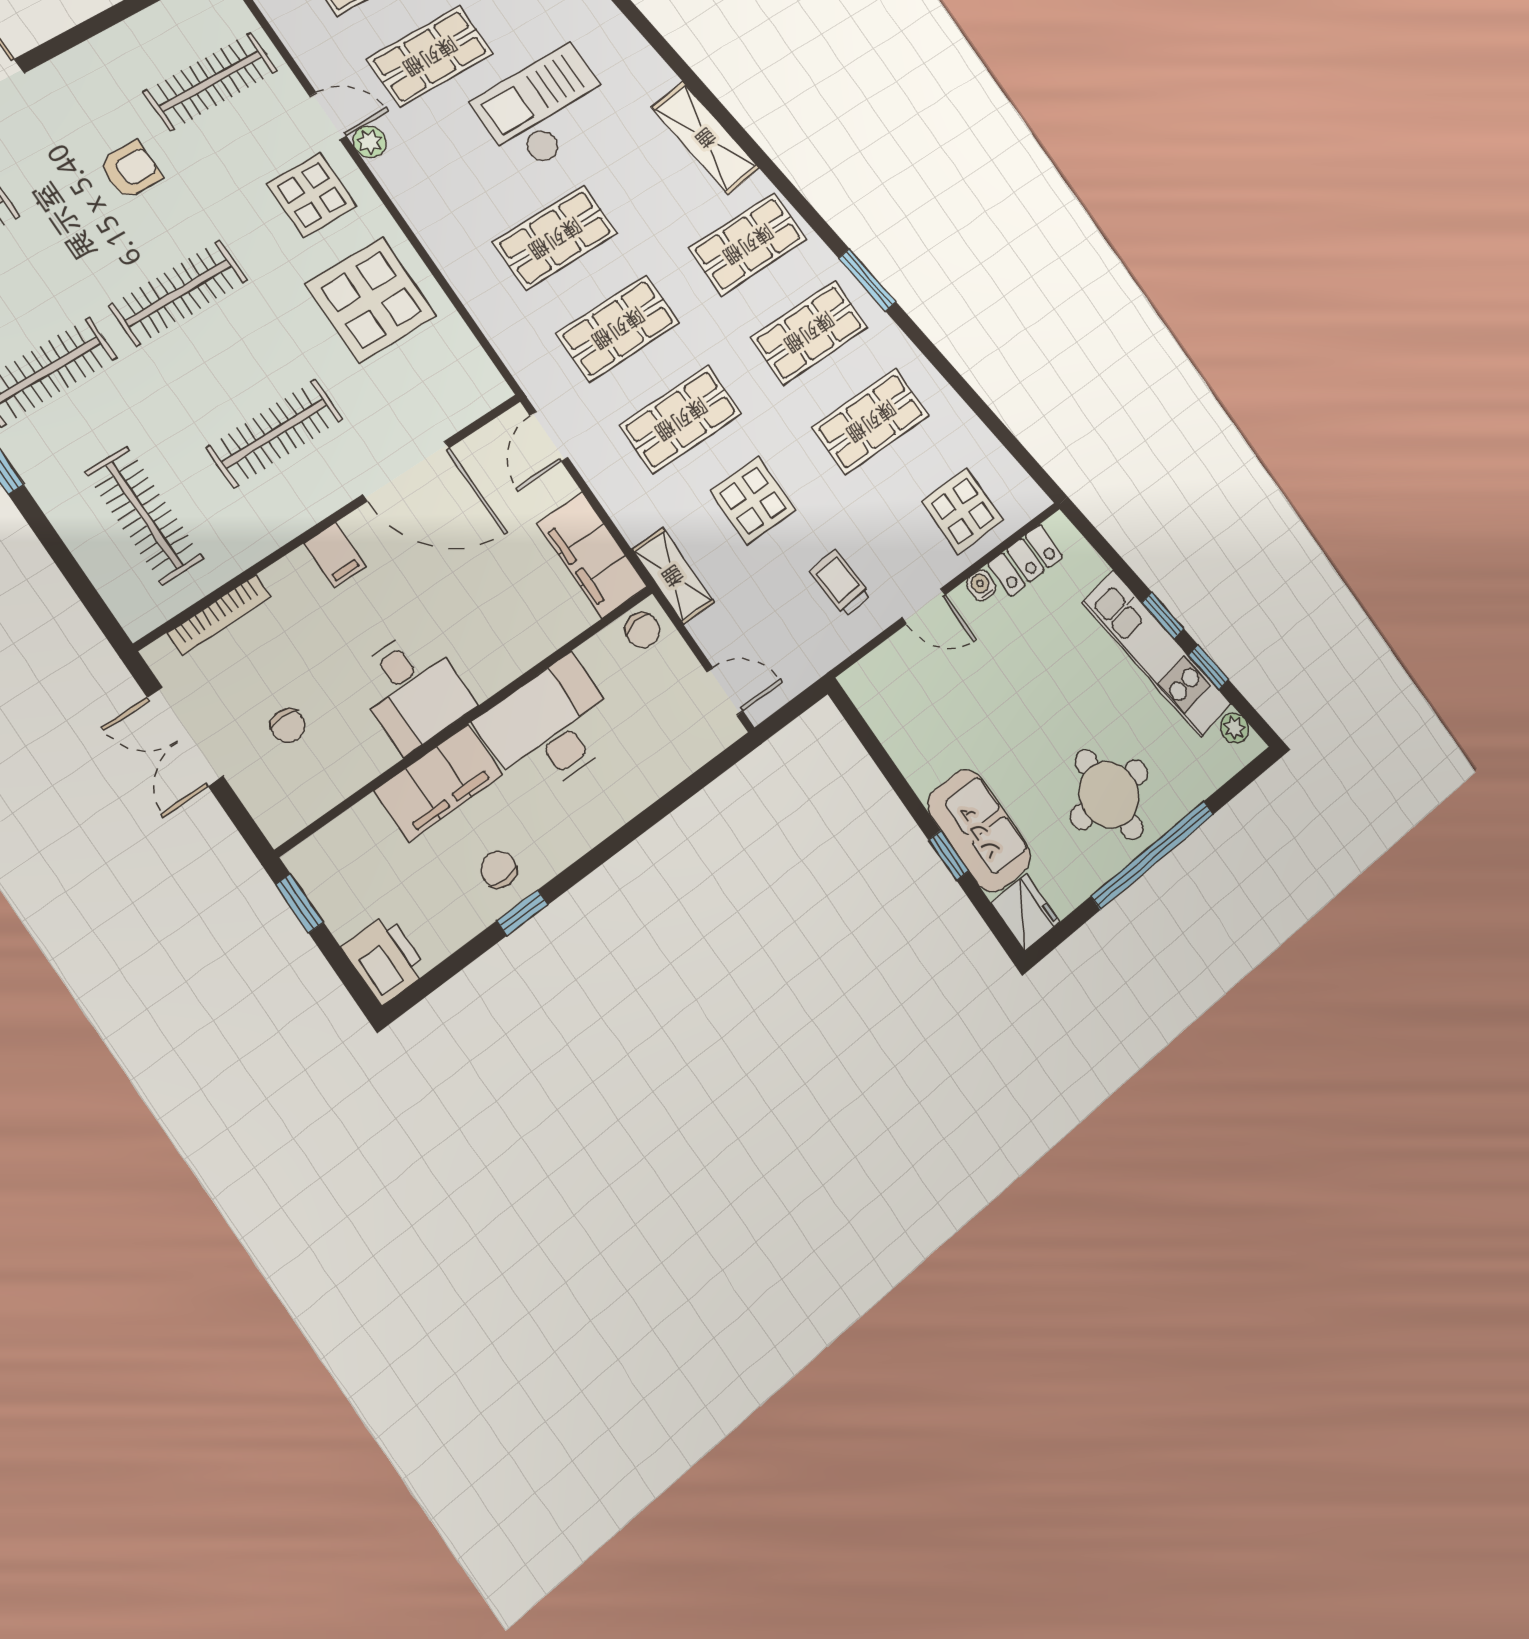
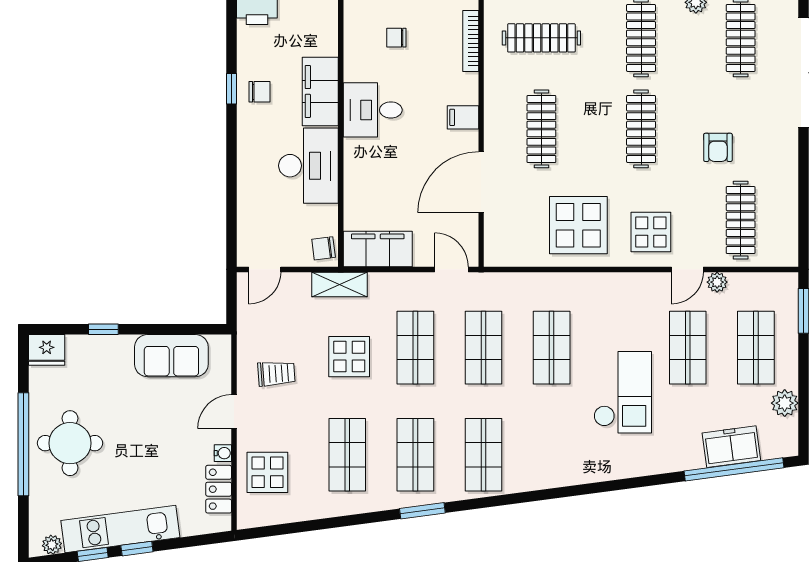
shelving: (706, 138) -> (555, 473), removed
plant: (369, 142) -> (717, 282), moved
sofa: (979, 831) -> (171, 356), moved

